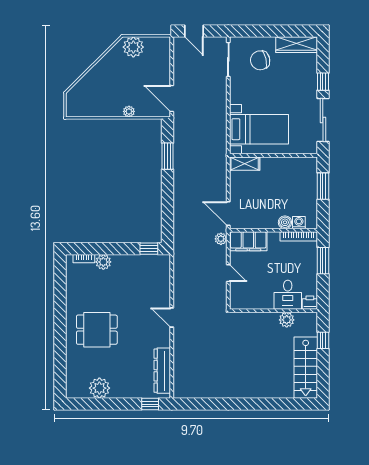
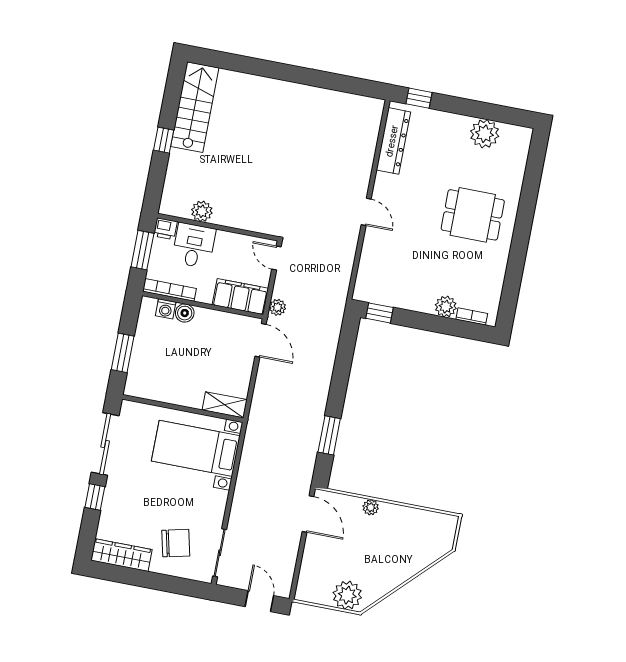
desk: (288, 295) -> (194, 246), moved
printer: (310, 303) -> (165, 229), moved
wall: (273, 311) -> (218, 227), moved
plant: (287, 320) -> (202, 211), moved

